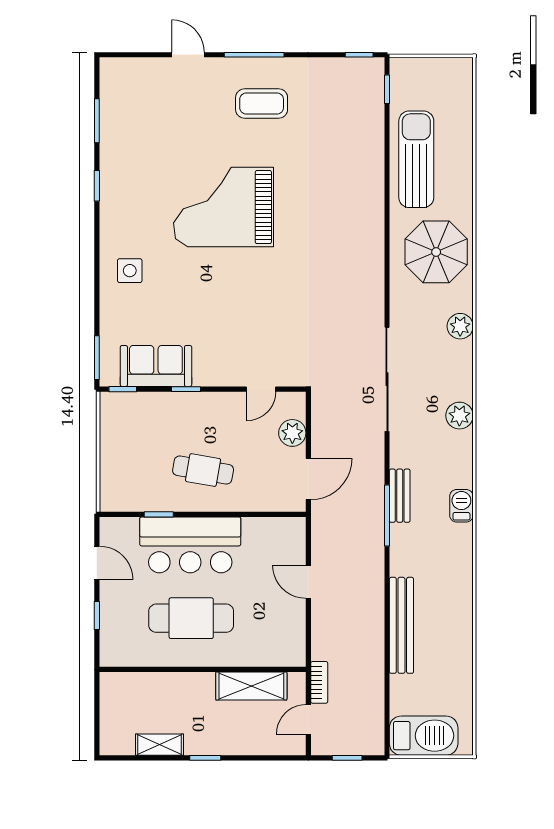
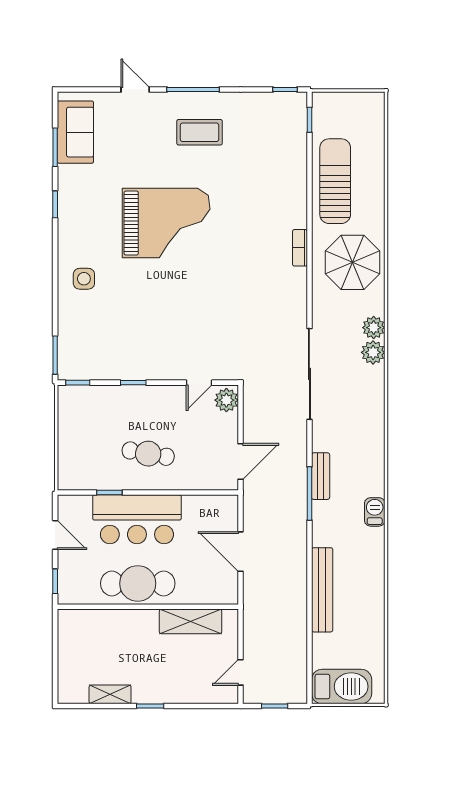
grand piano: (224, 207) -> (166, 223), turned 180
sofa: (156, 366) -> (75, 132), moved, turned 90
plant: (459, 416) -> (373, 352), moved
plant: (292, 433) -> (226, 400), moved
barbecue: (461, 506) -> (375, 512), moved
door: (308, 582) -> (241, 552), width x1.38
wall: (203, 669) -> (148, 607), moved
bookcase: (319, 682) -> (300, 248), moved, turned 180
shelving: (251, 686) -> (191, 621), moved

